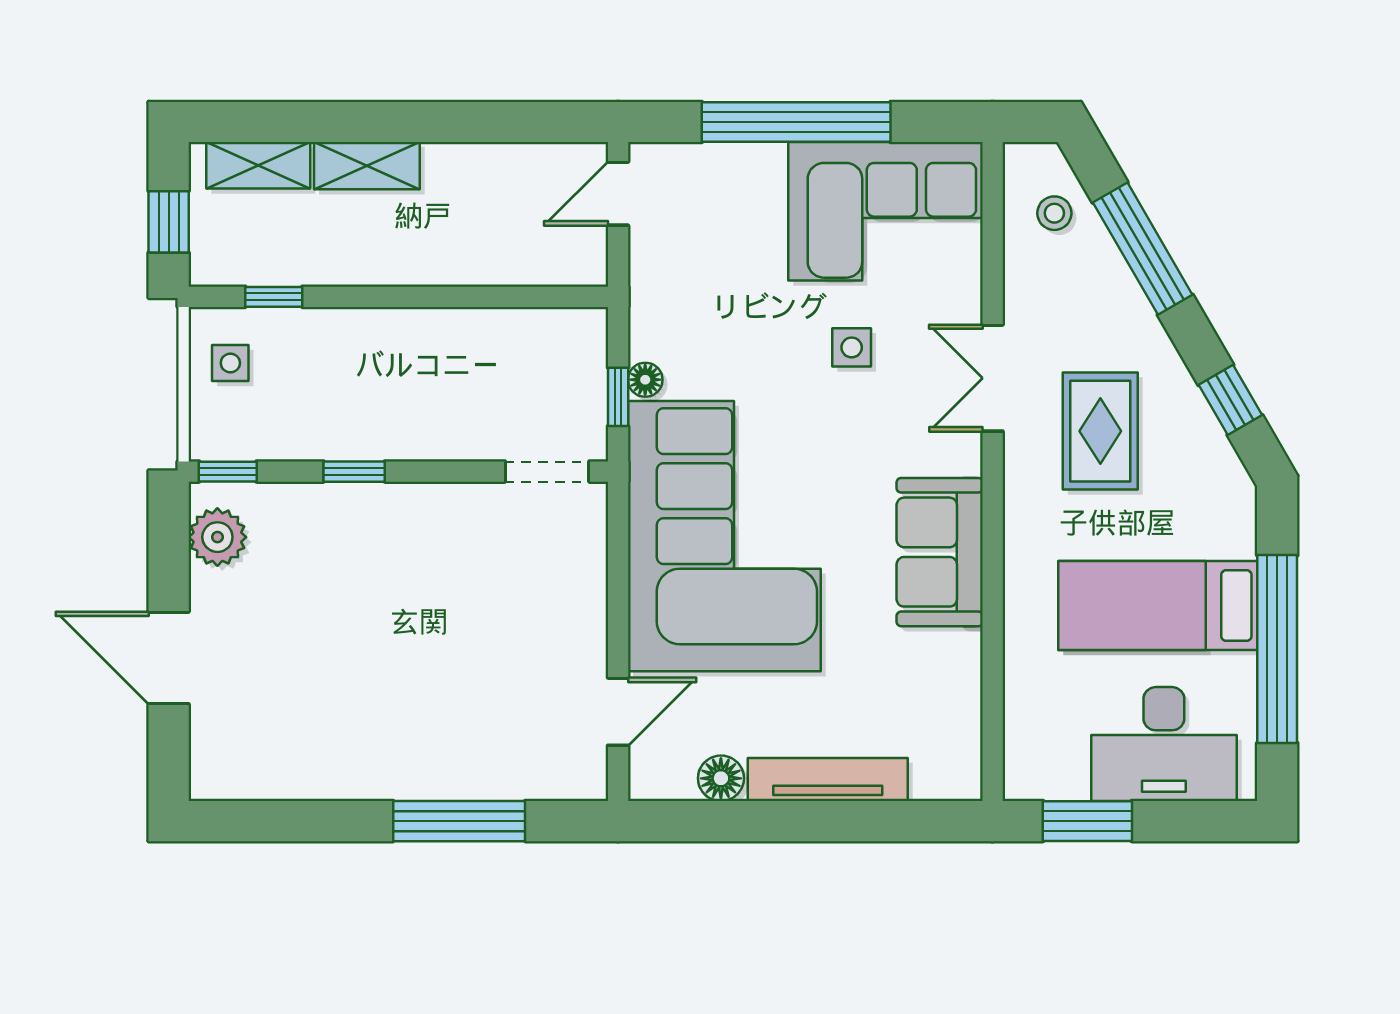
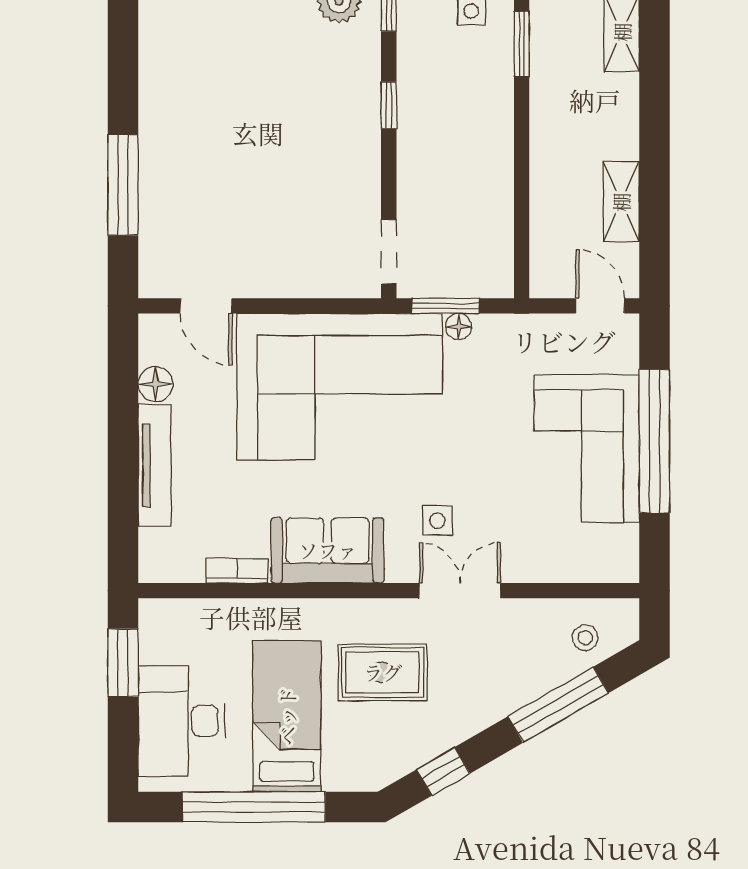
shelving: (367, 166) -> (621, 202), moved
corner sofa: (885, 211) -> (587, 449), moved
window: (274, 297) -> (522, 44), width x1.50
side table: (852, 347) -> (437, 521), moved
window: (618, 397) -> (446, 306), width x1.50
rug: (1100, 431) -> (383, 672), moved
bookcase: (966, 671) -> (237, 571), added

